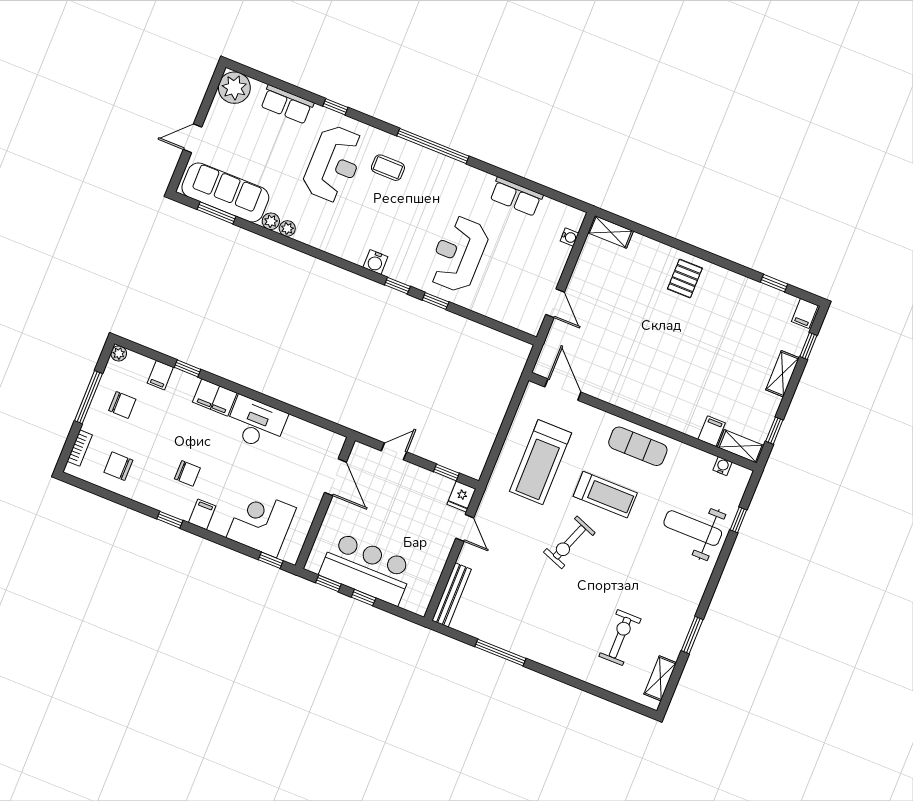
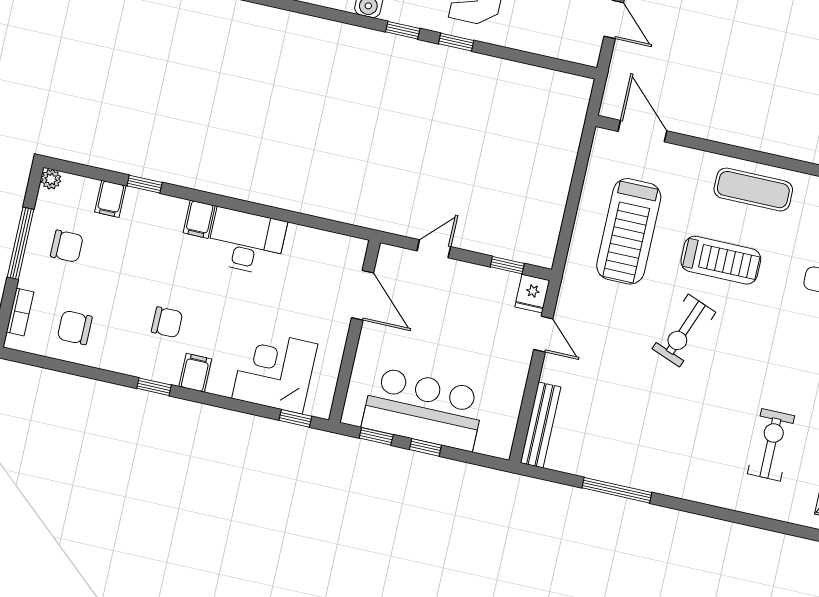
filing cabinet: (215, 397) -> (199, 219), width x0.50

